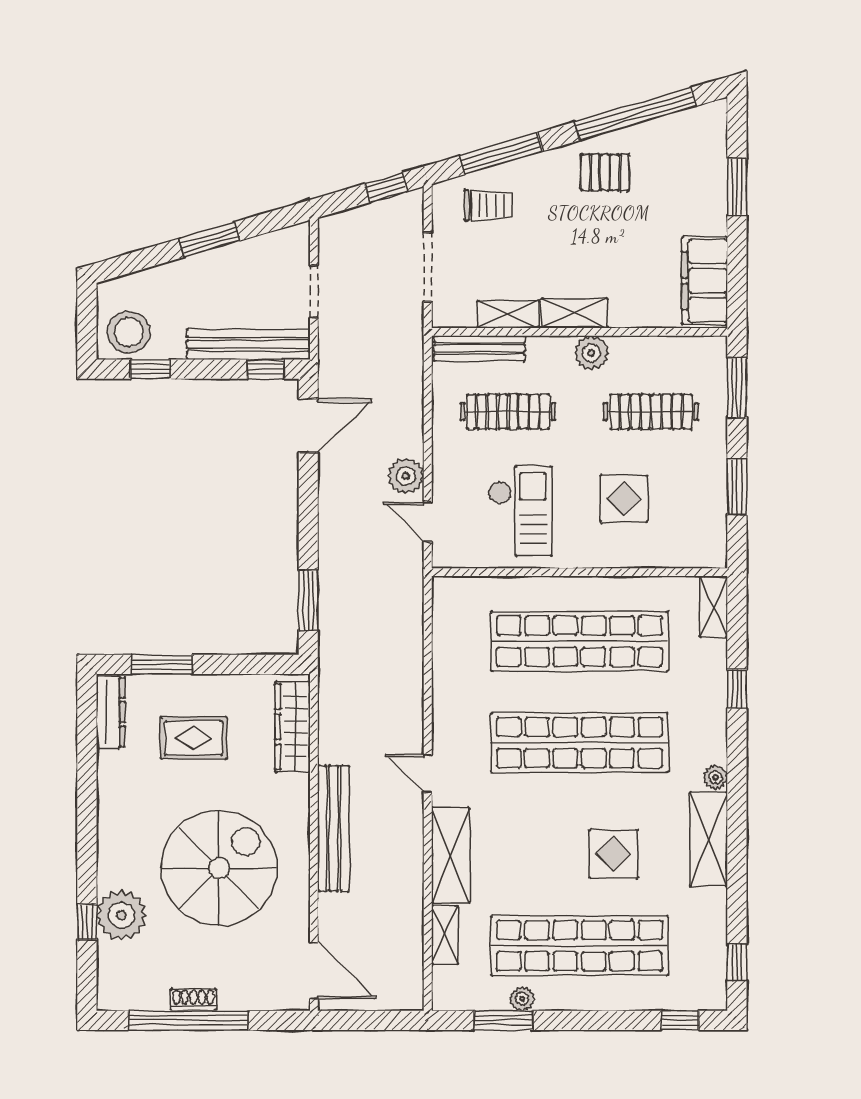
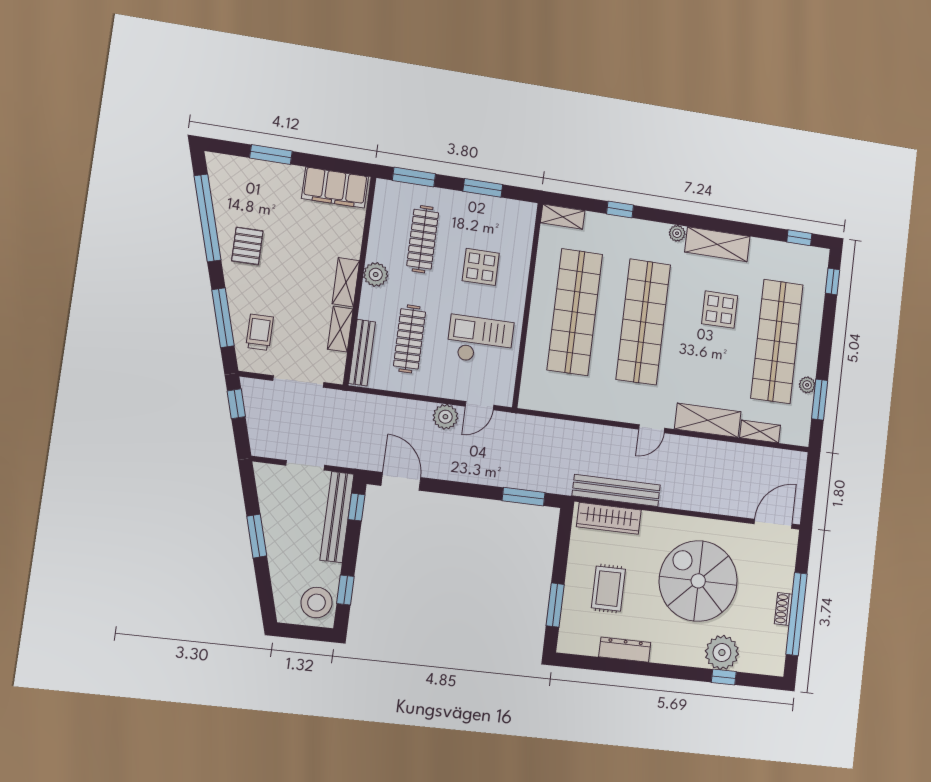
dresser: (111, 712) -> (625, 650), moved
bench: (333, 828) -> (616, 490), moved

